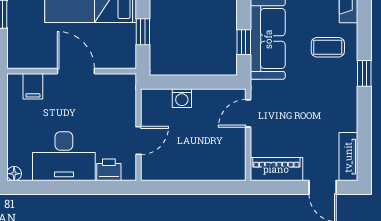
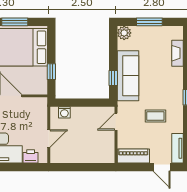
coffee table: (328, 47) -> (155, 116), moved
washing machine: (182, 98) -> (64, 112), moved

